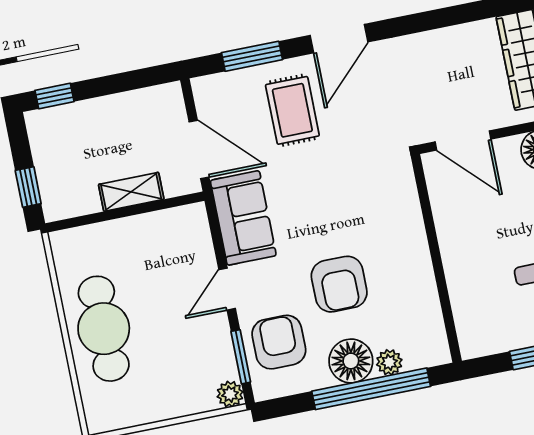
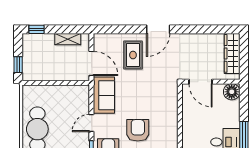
window: (252, 56) -> (121, 29), removed
shelving: (131, 192) -> (68, 39), moved
armchair: (339, 284) -> (138, 130), turned 180

